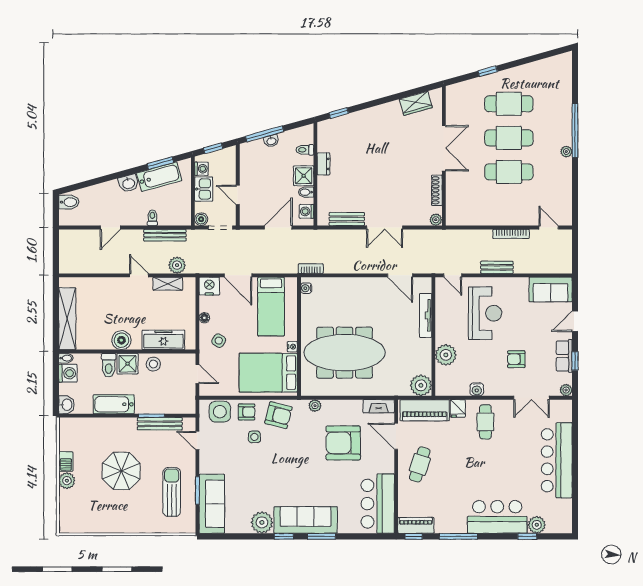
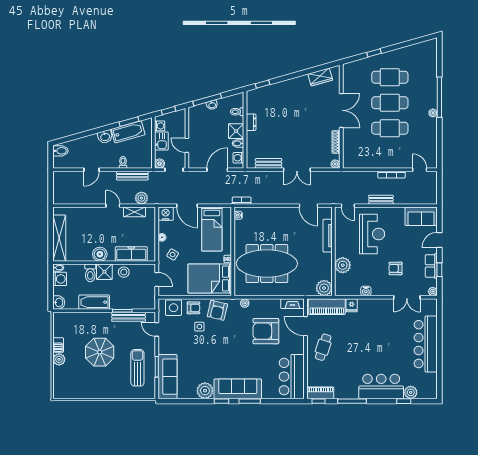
armchair: (278, 415) -> (217, 310), turned 89
cafe table: (485, 422) -> (372, 315), removed

